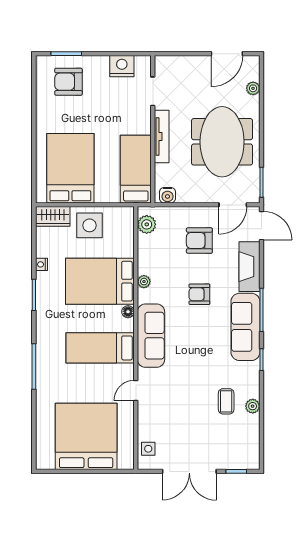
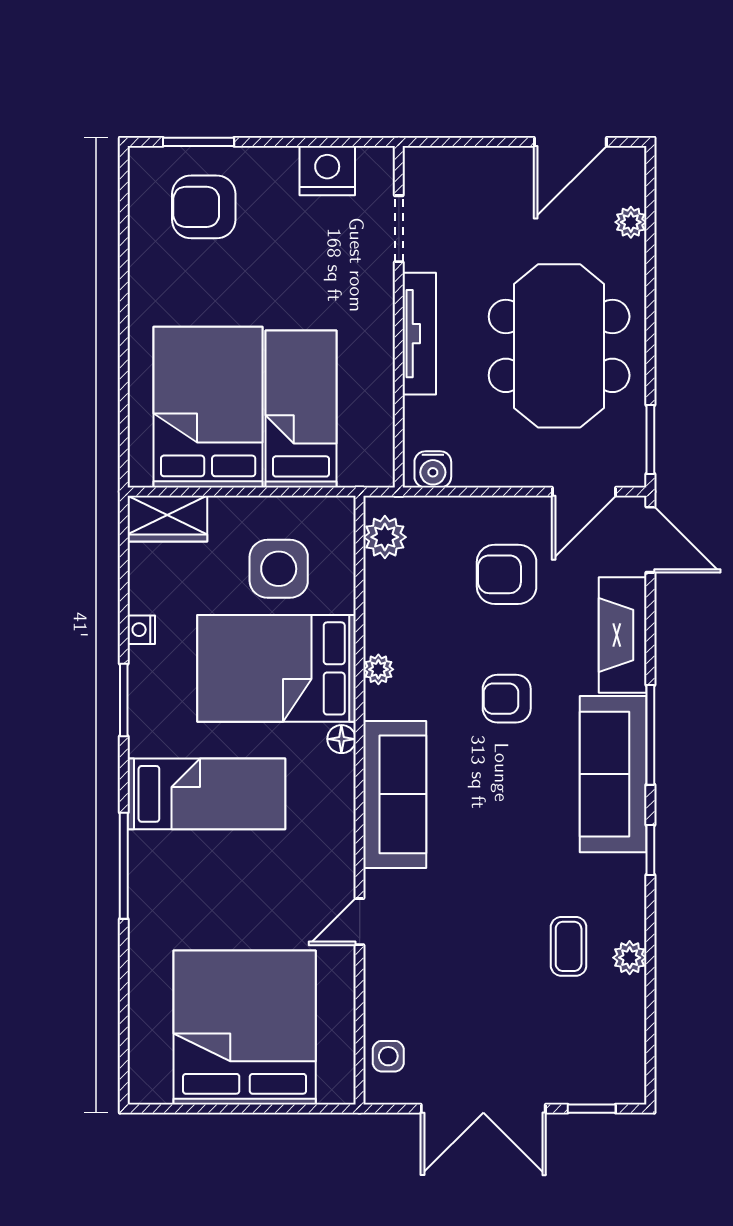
bed: (136, 169) -> (301, 409), moved
side table: (89, 225) -> (279, 569), moved
bed: (100, 348) -> (206, 794), moved, turned 180

